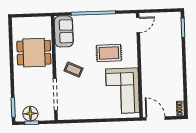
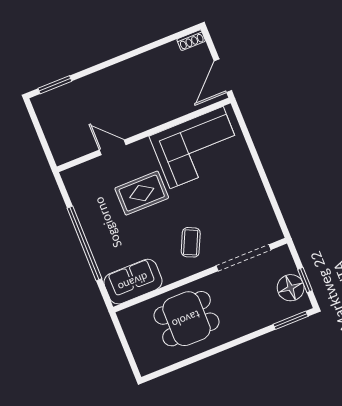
door: (138, 25) -> (113, 147), moved
dining table: (34, 53) -> (186, 319), turned 90
rug: (109, 53) -> (142, 193), turned 90

